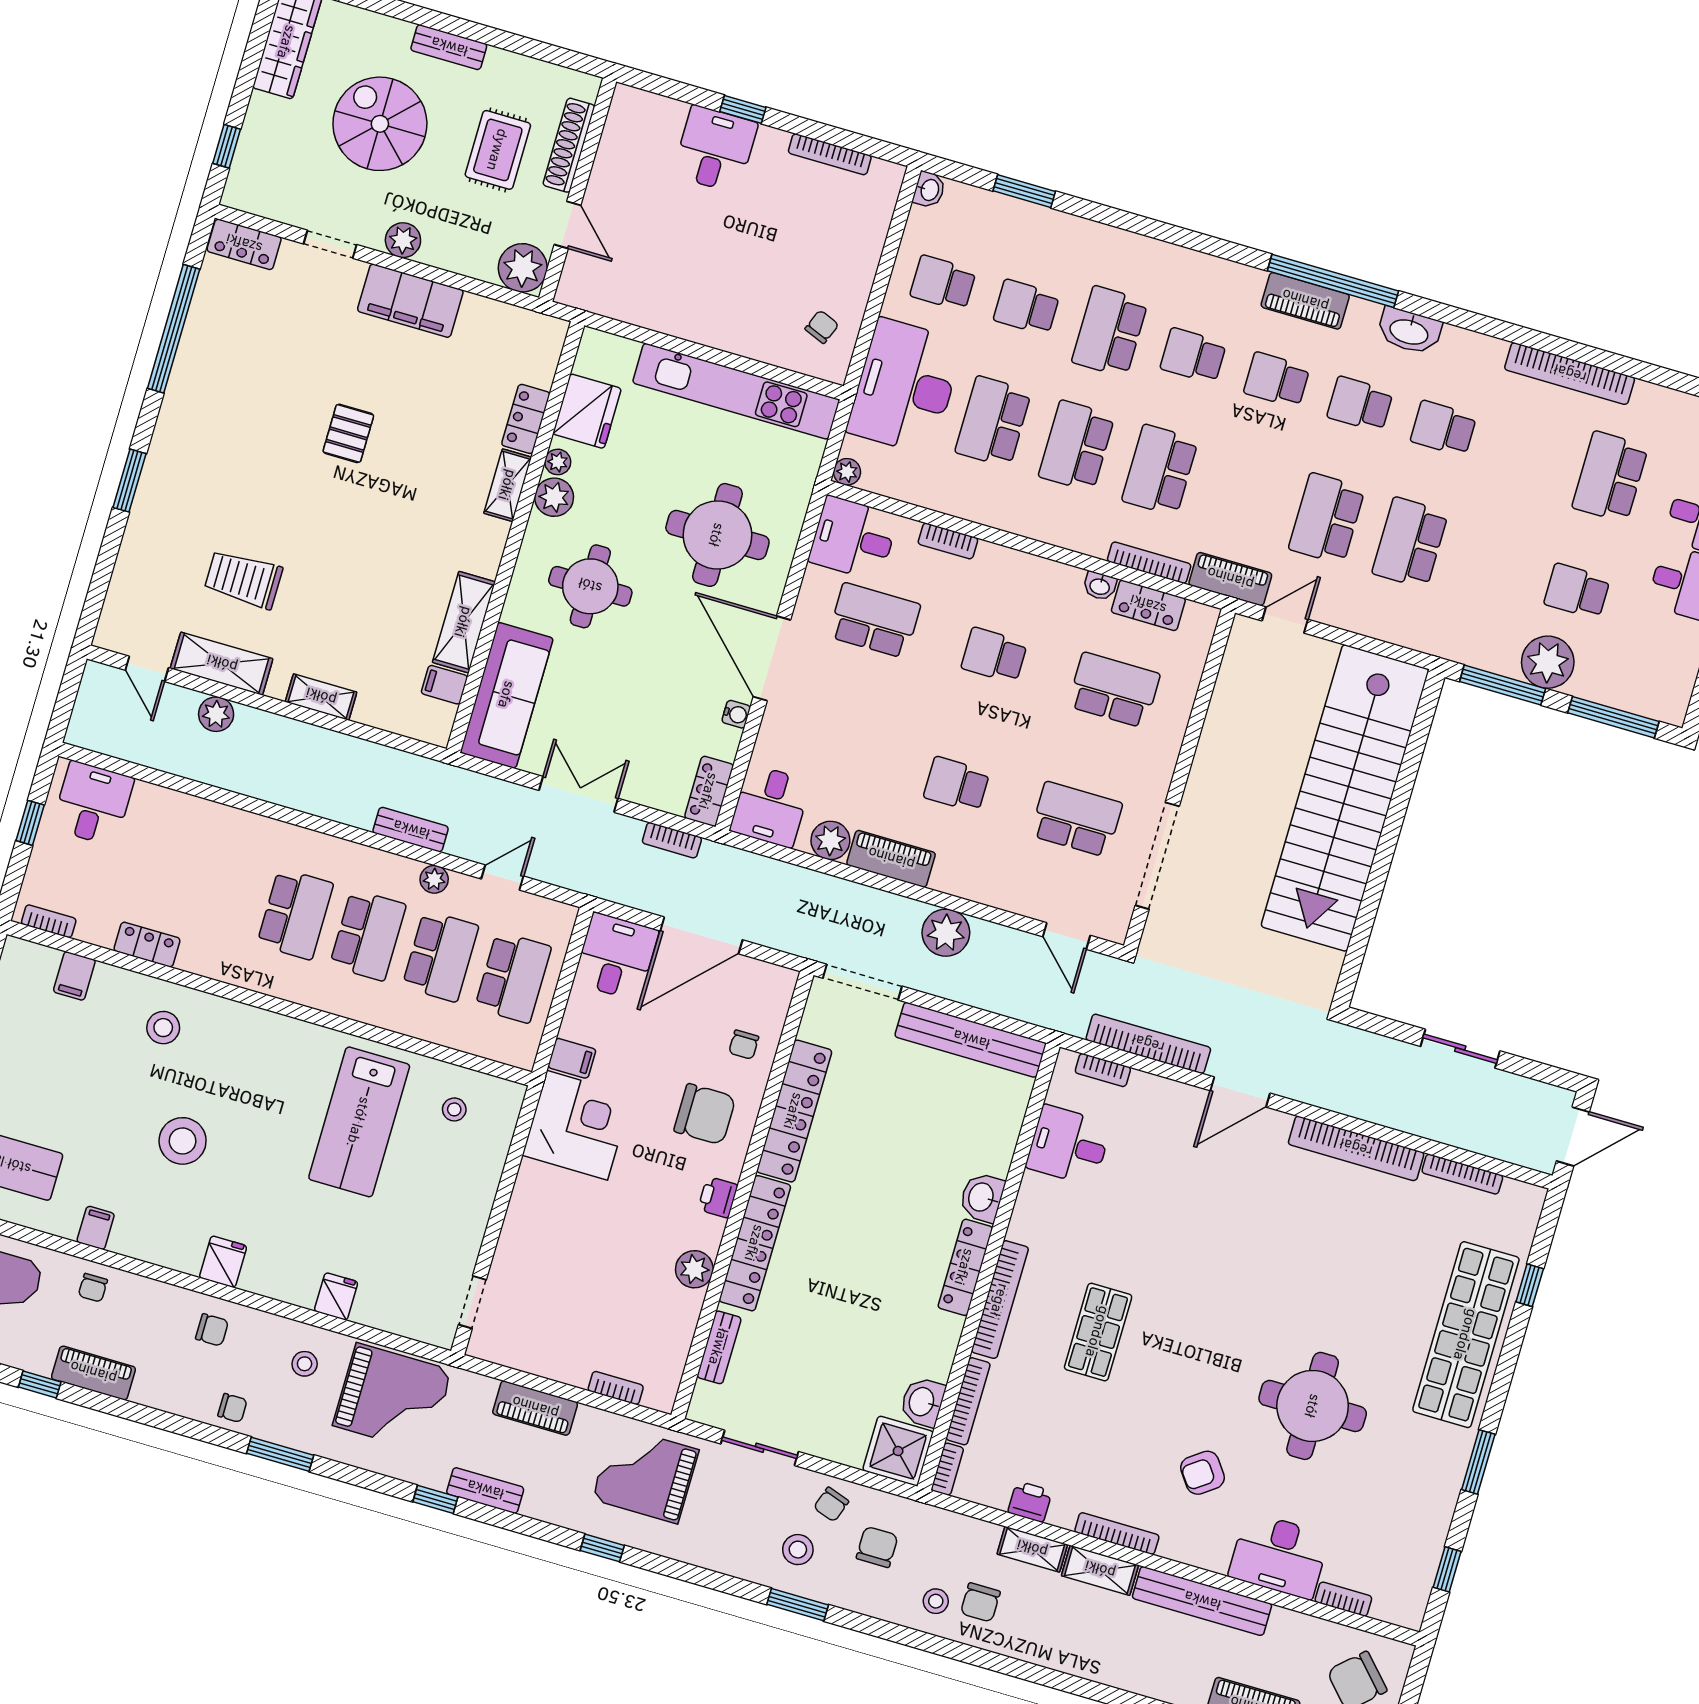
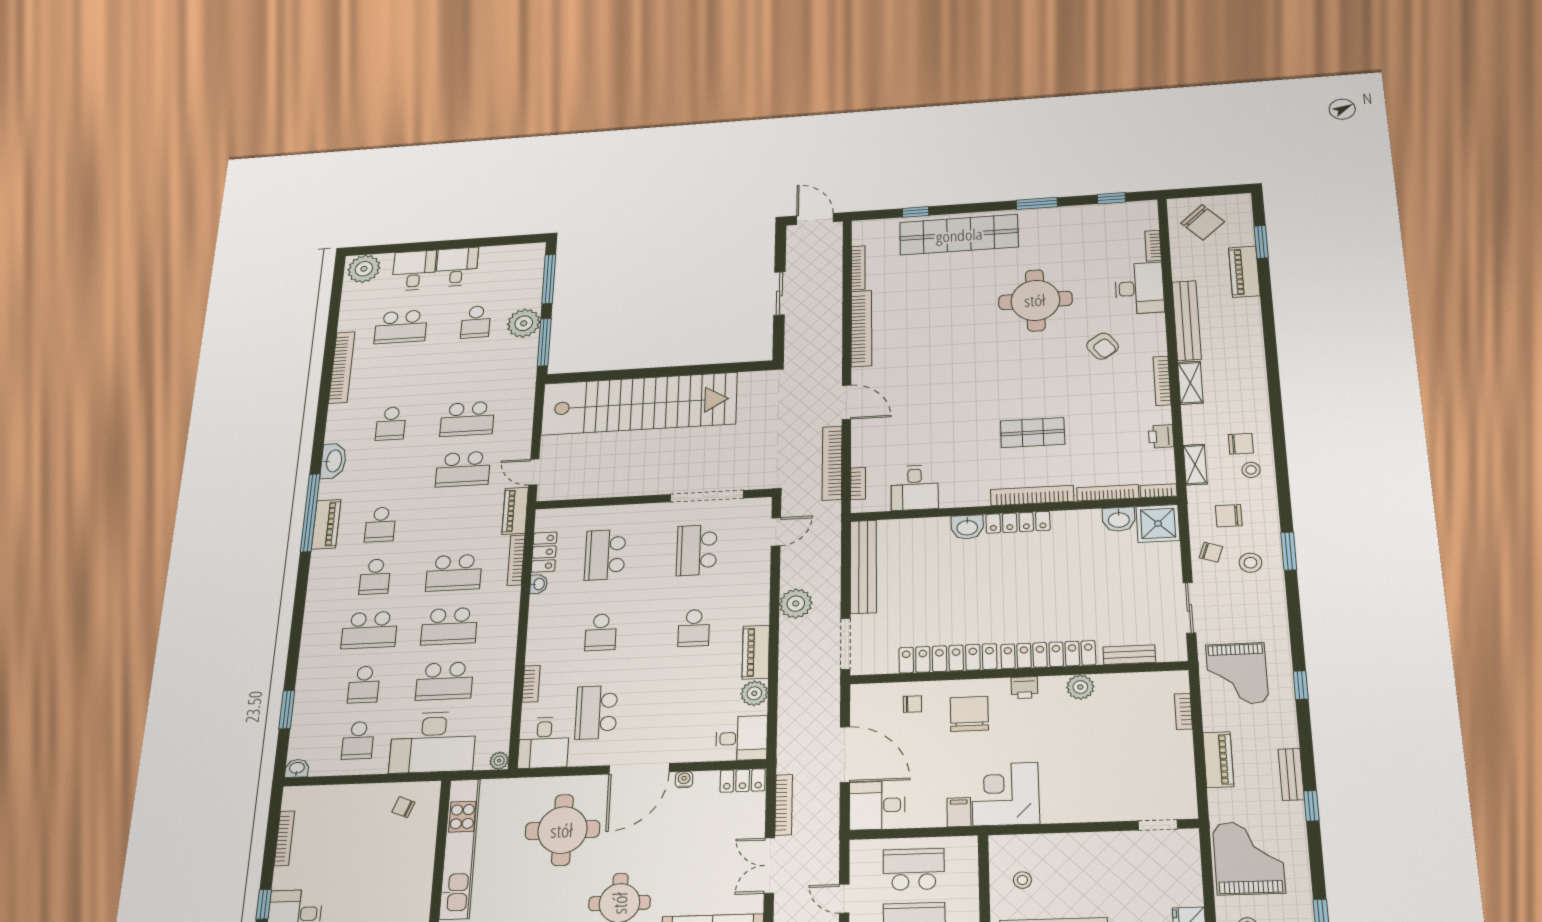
school desk: (1360, 404) -> (386, 473), removed
bookcase: (672, 840) -> (784, 805), width x1.56
shelving: (1032, 1549) -> (1195, 465), moved

